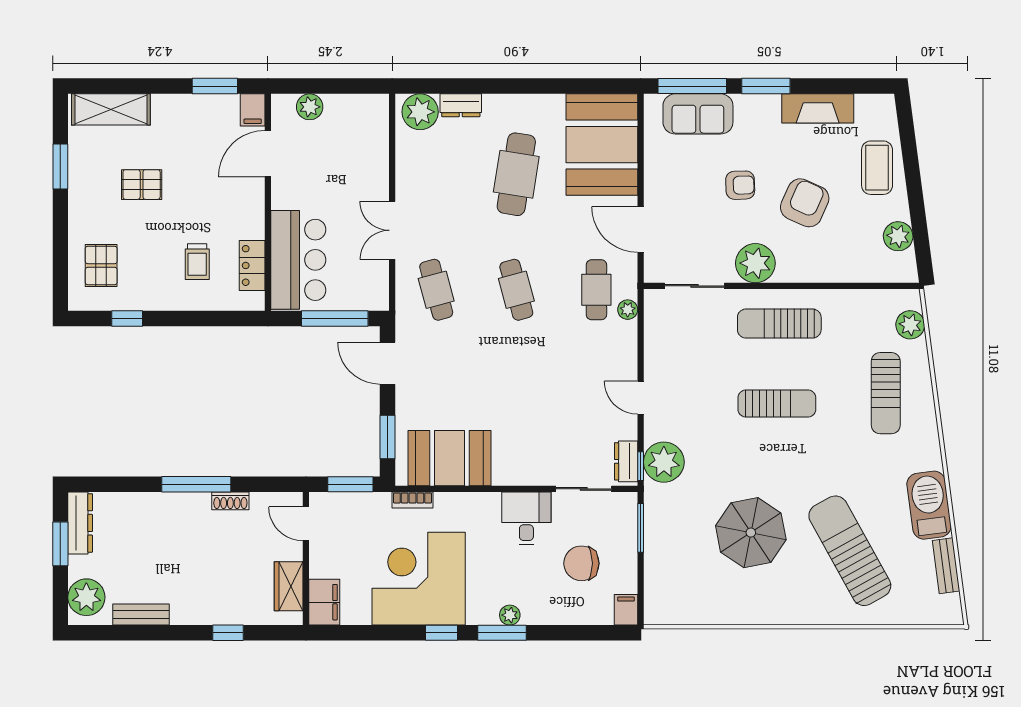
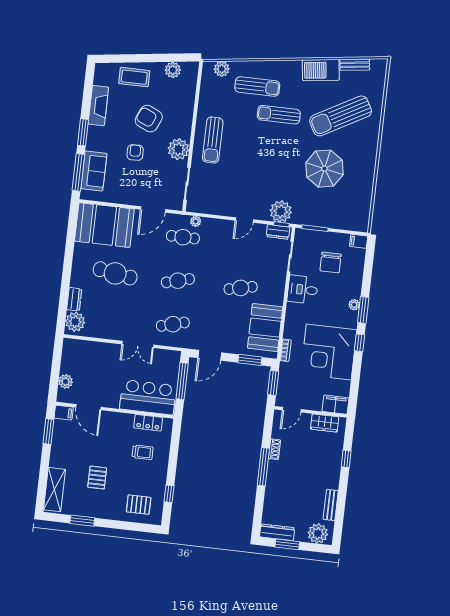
sun lounger: (777, 404) -> (279, 115), moved, turned -90
cafe table: (516, 405) -> (241, 288), added

